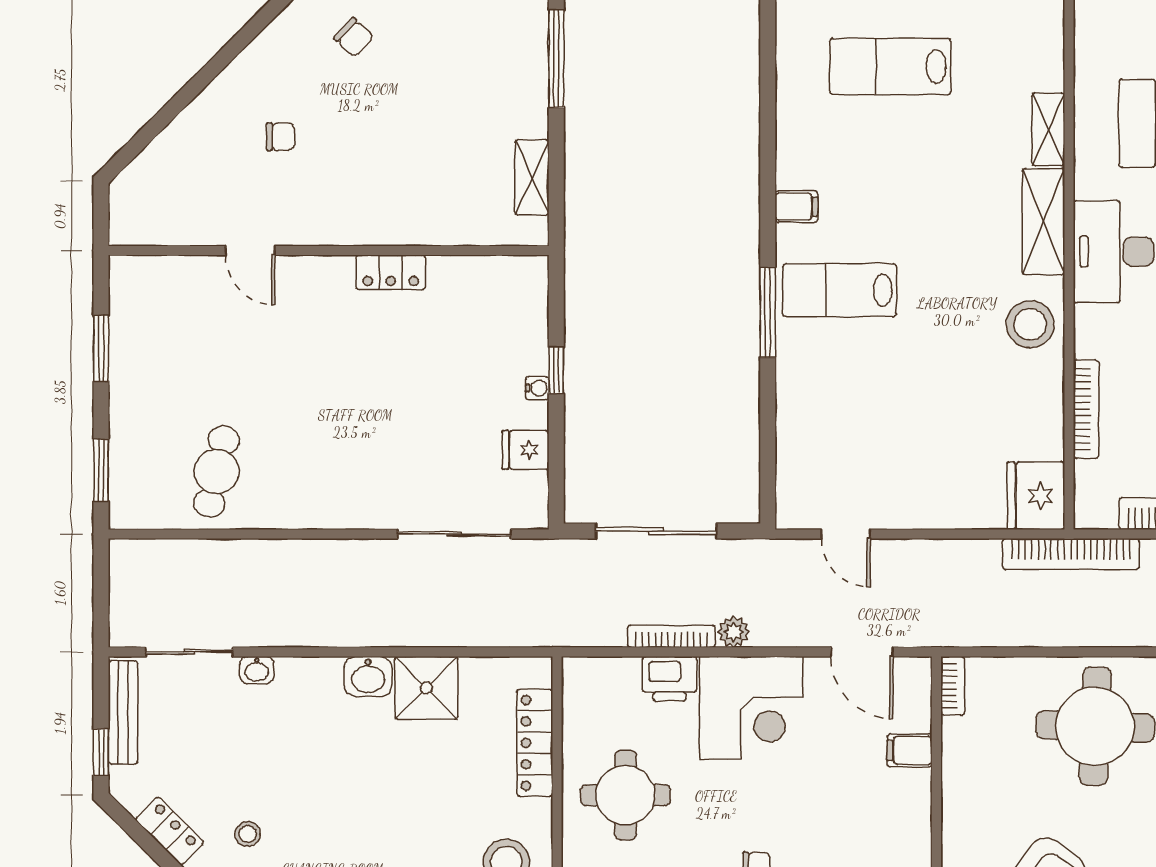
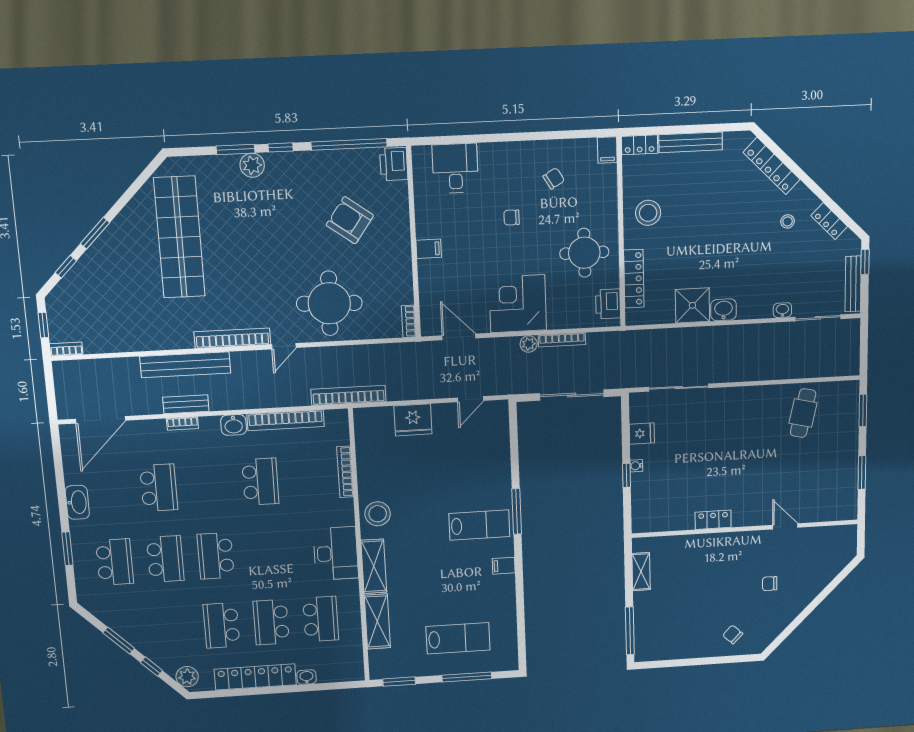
shelving: (1048, 129) -> (377, 621), width x1.50, depth x1.33
fridge: (1036, 496) -> (413, 420), moved, turned 90
door: (846, 534) -> (470, 399), swing flipped
printer: (670, 679) -> (608, 304), moved, turned -90
filing cabinet: (910, 750) -> (429, 249), moved

